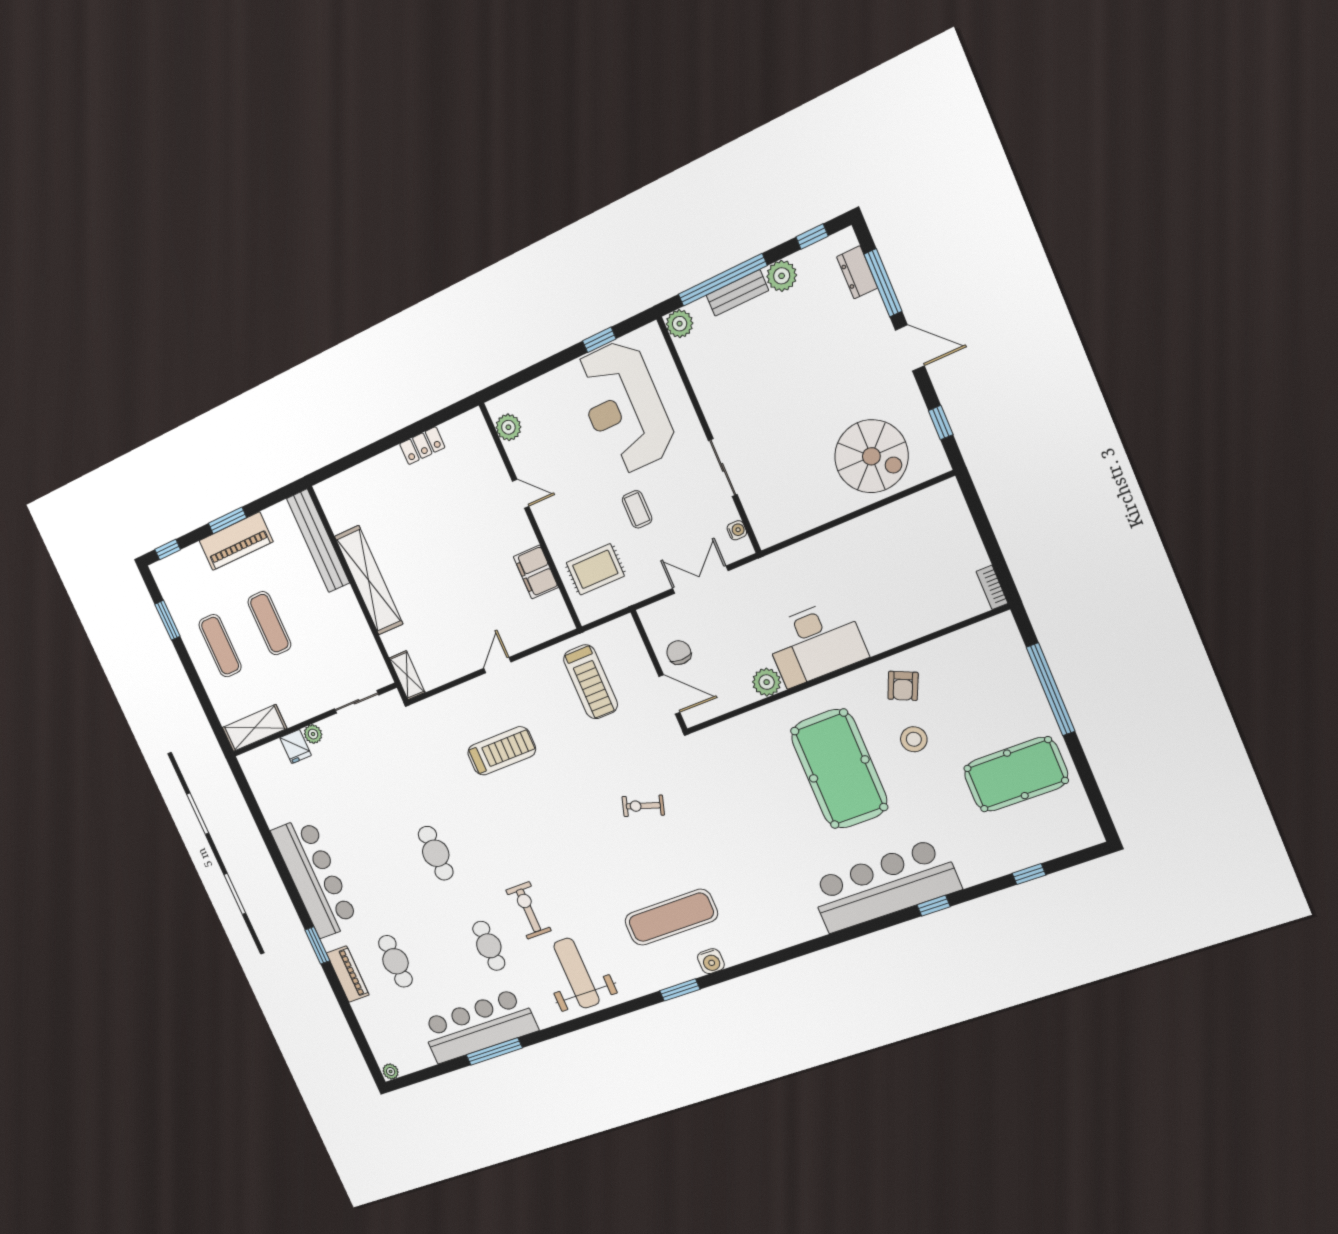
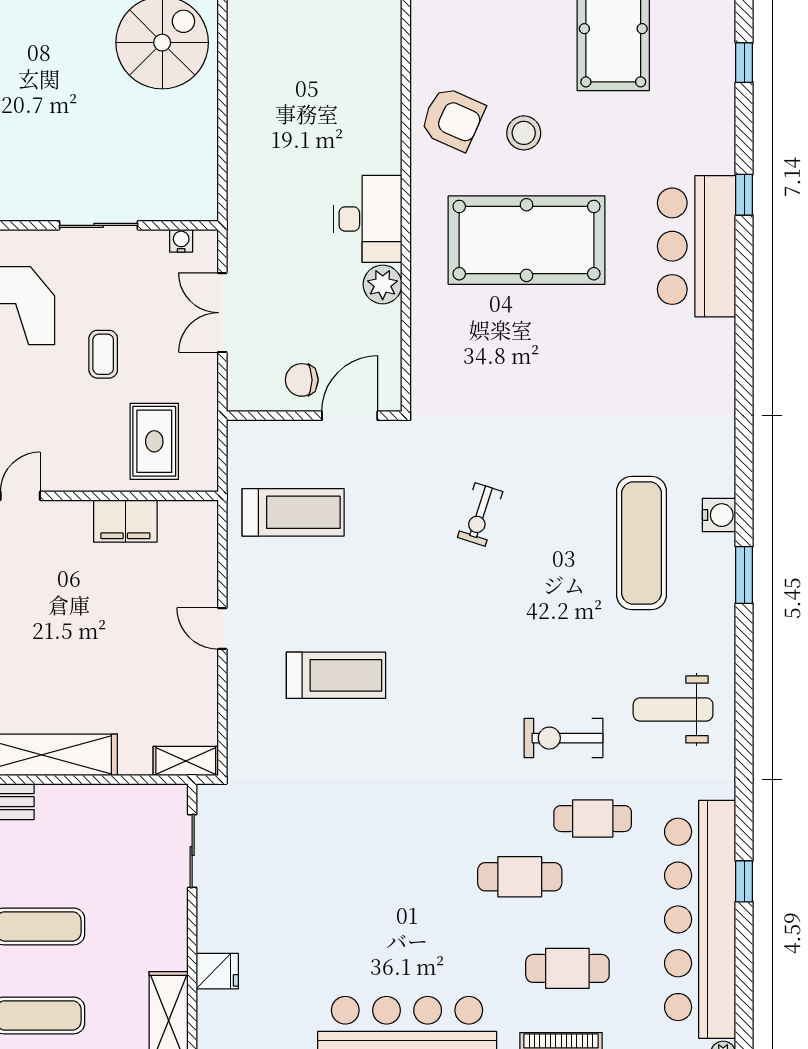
coffee table: (637, 509) -> (103, 354), turned 90
desk: (815, 643) -> (368, 219), width x0.73, depth x0.77
armchair: (903, 686) -> (453, 119), width x1.38, depth x1.38
plant: (313, 734) -> (210, 937), removed
treadmill: (502, 751) -> (336, 675), turned 90
cafe table: (436, 853) -> (520, 877), moved
bar counter: (884, 886) -> (697, 246), width x0.73
weight bench: (577, 973) -> (673, 709), width x0.73, depth x0.75
bar counter: (478, 1026) -> (700, 919), width x1.36
window: (494, 1051) -> (744, 881), width x0.46

